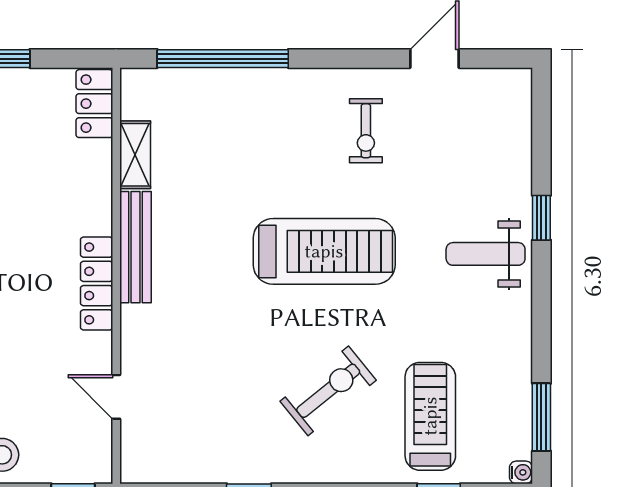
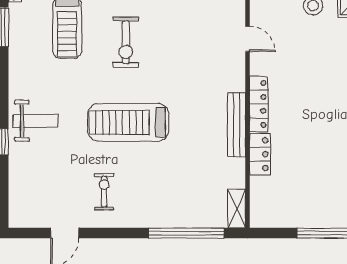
locker: (94, 104) -> (260, 154), moved
shelving: (135, 155) -> (237, 208), moved
exercise bike: (328, 391) -> (126, 42), turned -51

